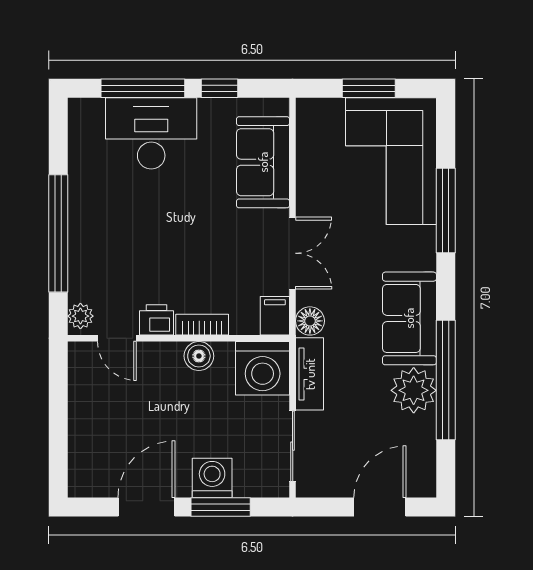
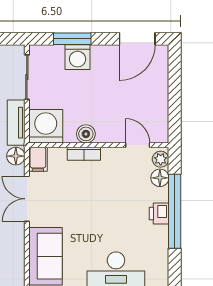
floor lamp: (82, 286) -> (160, 178), added
printer: (156, 320) -> (159, 214), moved, turned 90
door: (146, 507) -> (137, 39), moved

